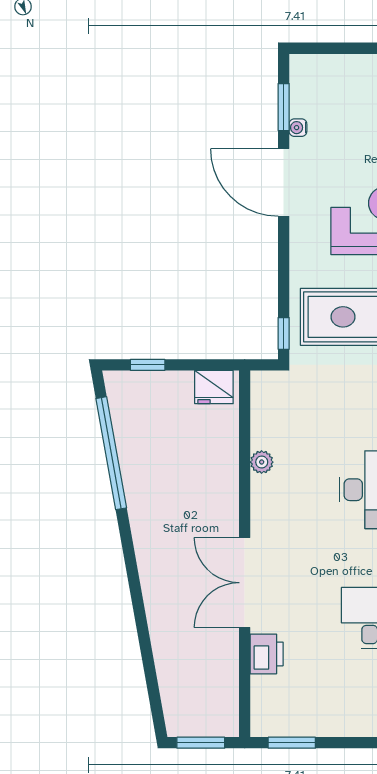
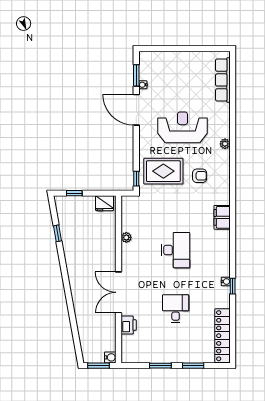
window: (111, 453) -> (58, 233), width x0.32
water cooler: (227, 725) -> (110, 357), added
window: (292, 743) -> (160, 366), moved

